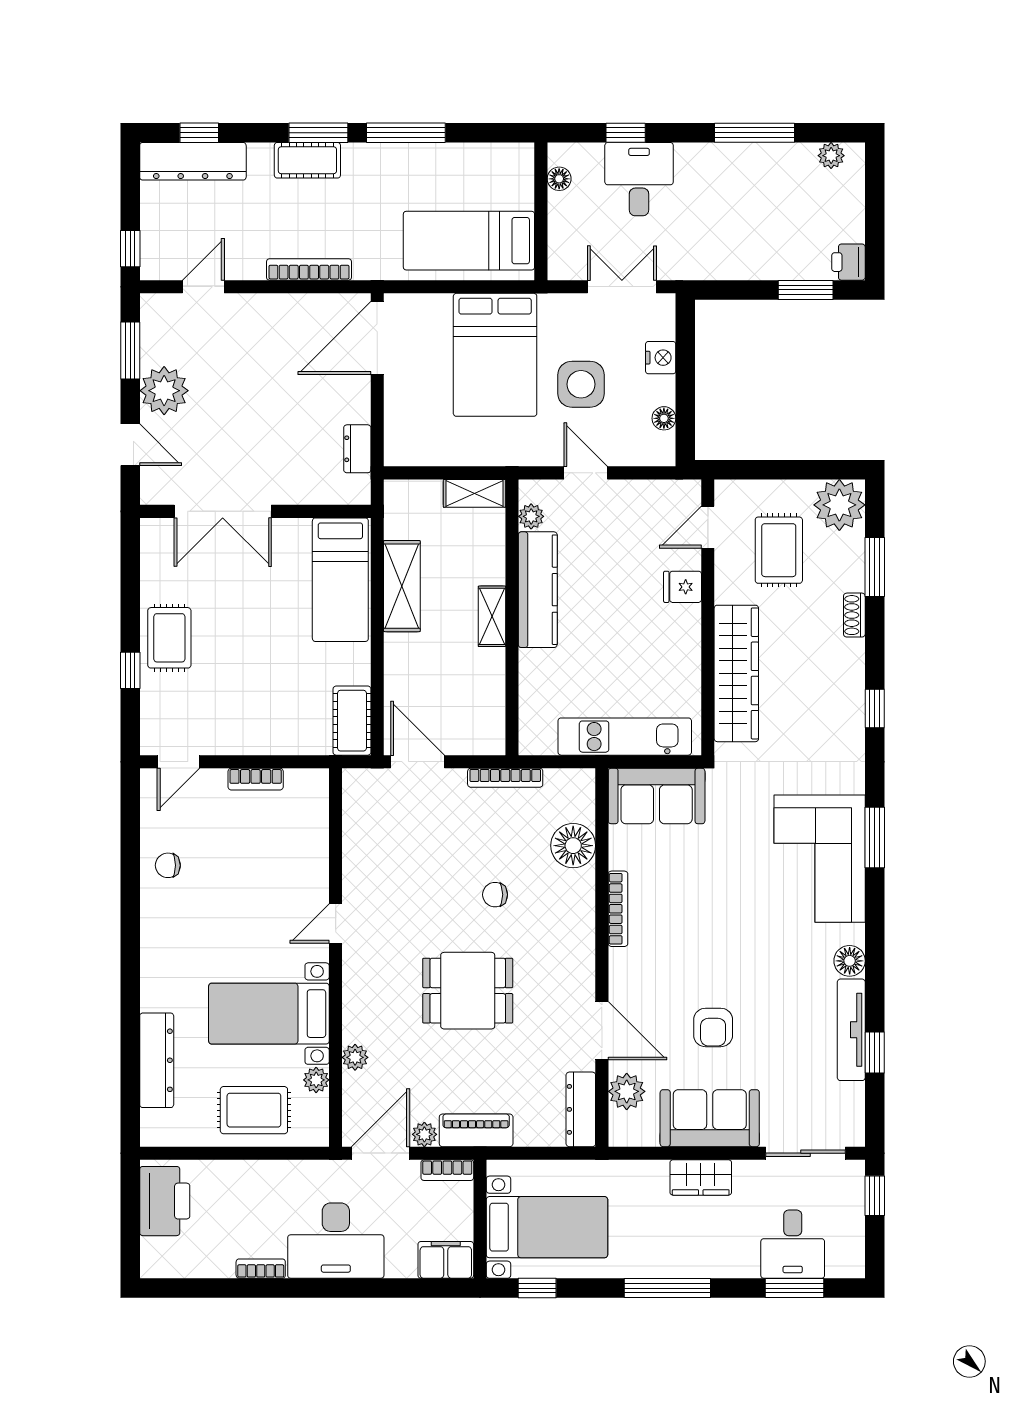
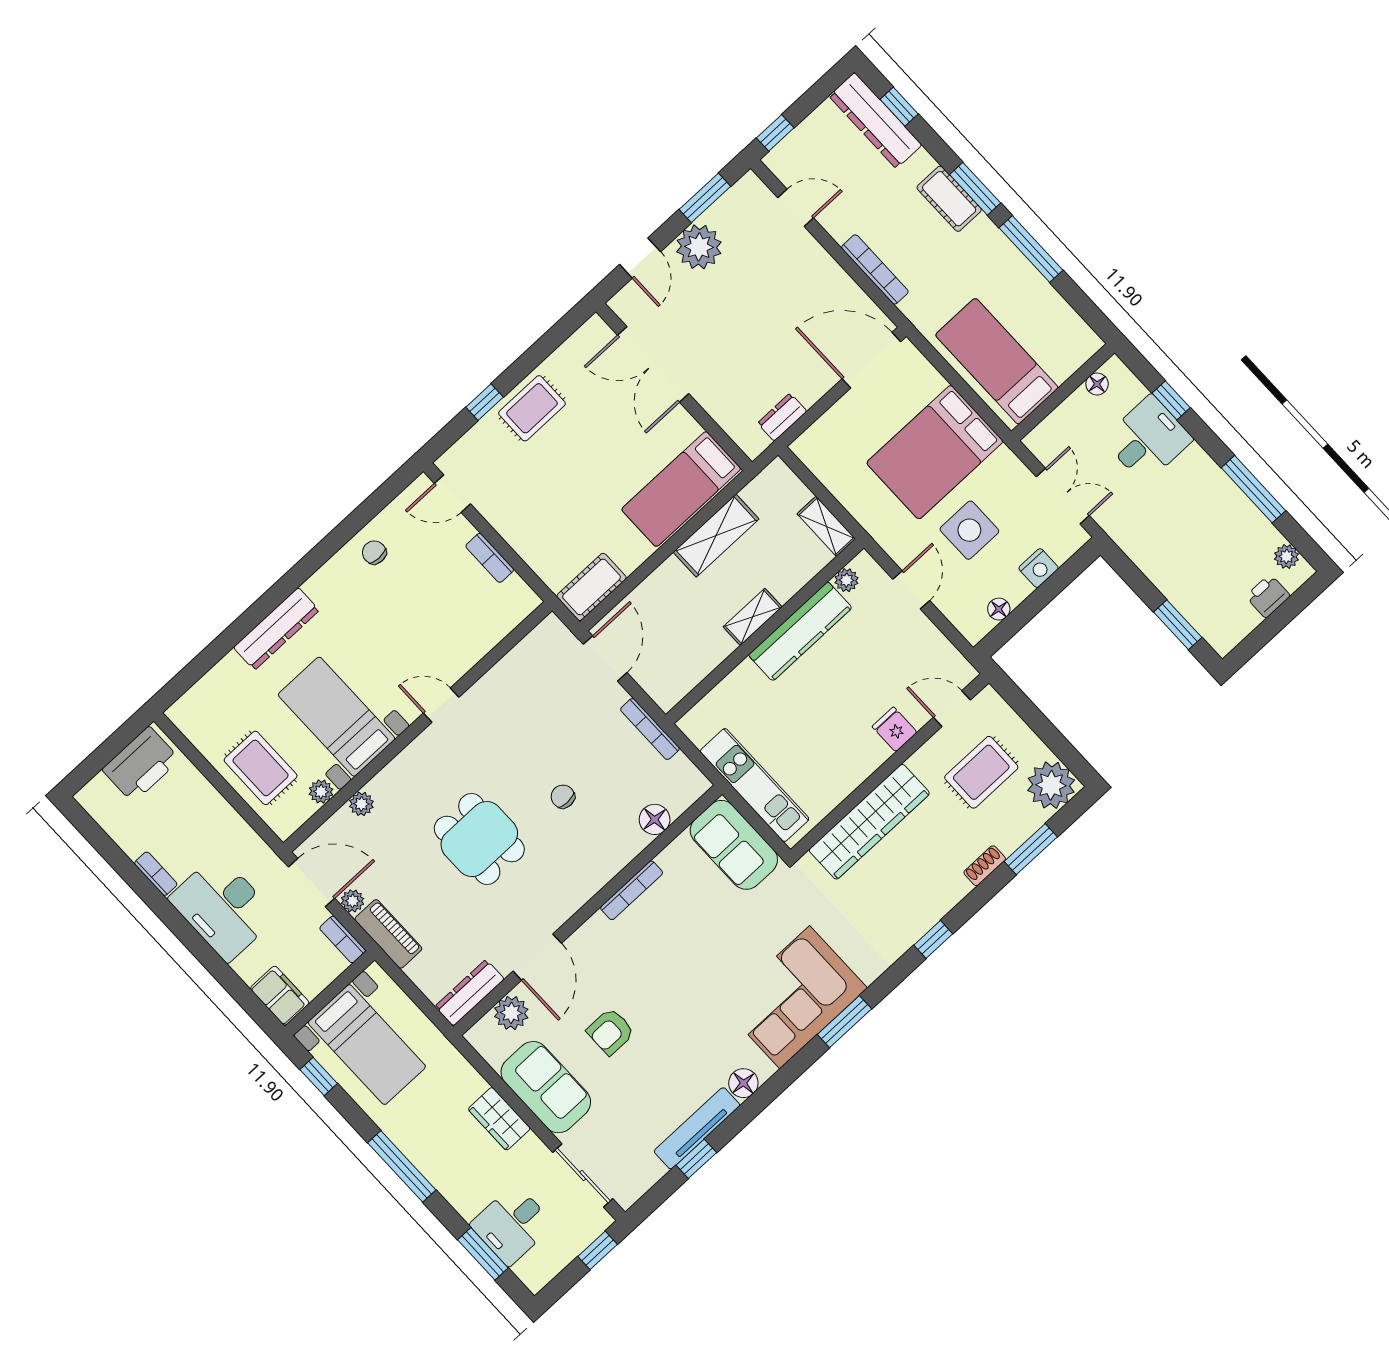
printer: (848, 262) -> (1268, 596), moved
floor lamp: (573, 846) -> (655, 819), width x0.73, depth x0.73
dresser: (157, 1060) -> (276, 629), moved

